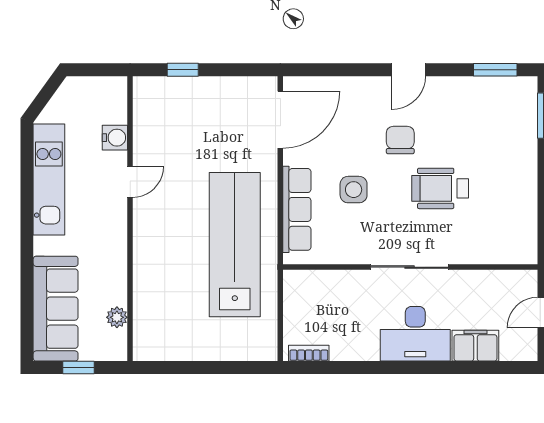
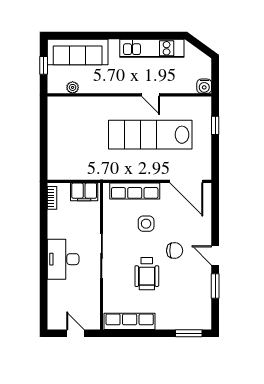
window: (495, 70) -> (215, 286), moved
water cooler: (115, 138) -> (204, 86), moved
wheelchair: (440, 188) -> (147, 274), turned 180
row of seats: (523, 218) -> (130, 321), added
lab bench: (235, 245) -> (150, 135), moved, turned 180
filing cabinet: (475, 346) -> (84, 192), moved, turned 90

